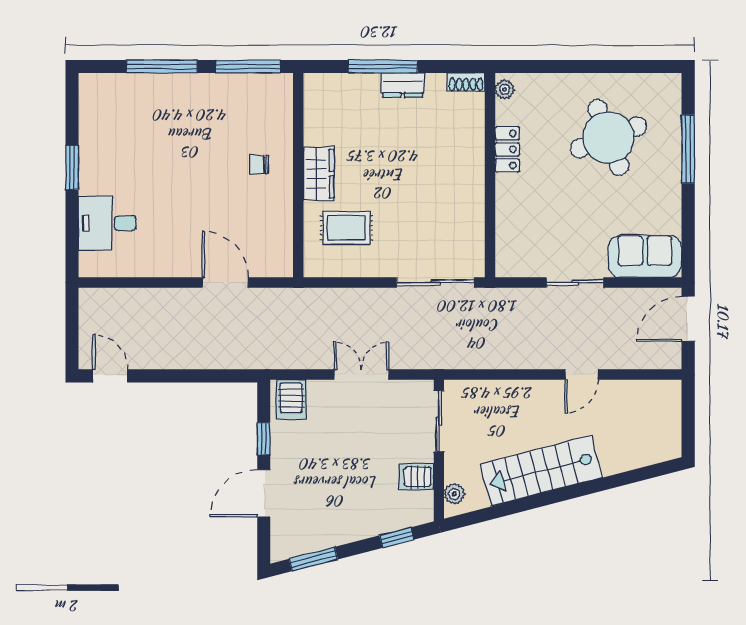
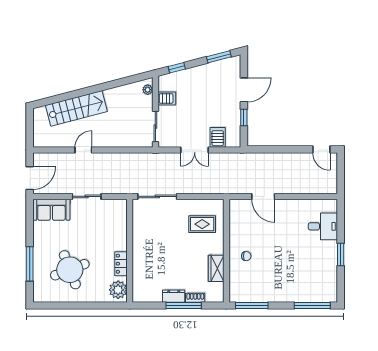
window: (162, 67) -> (312, 306), moved
shoe rack: (466, 82) -> (195, 298), moved
plant: (505, 89) -> (118, 290), width x1.88, depth x1.88
wardrobe: (319, 174) -> (216, 268), moved
server rack: (291, 400) -> (218, 137), moved
stairs: (541, 471) -> (76, 108), moved

